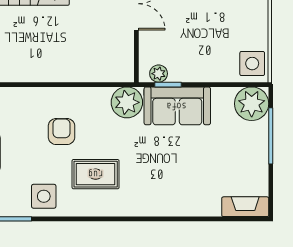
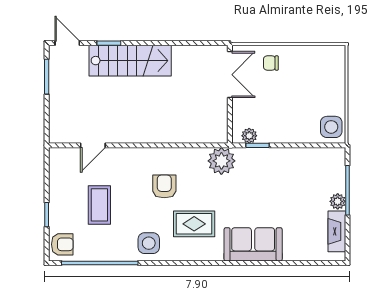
plant: (252, 104) -> (338, 201), moved, width x0.53, depth x0.53
sofa: (177, 106) -> (253, 244), moved, turned 180
fireplace: (245, 207) -> (337, 231), moved, turned -90

